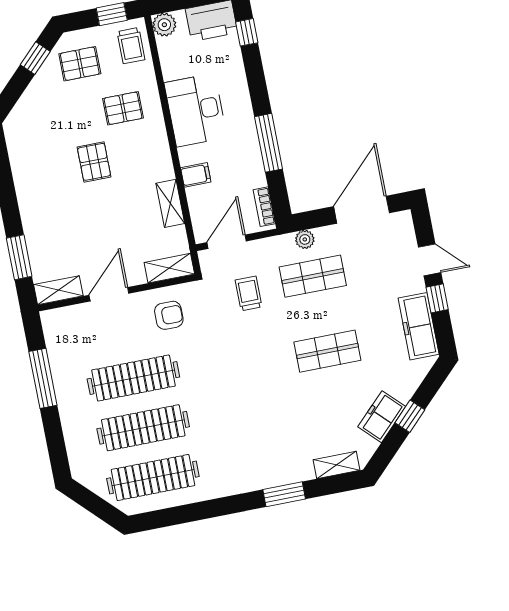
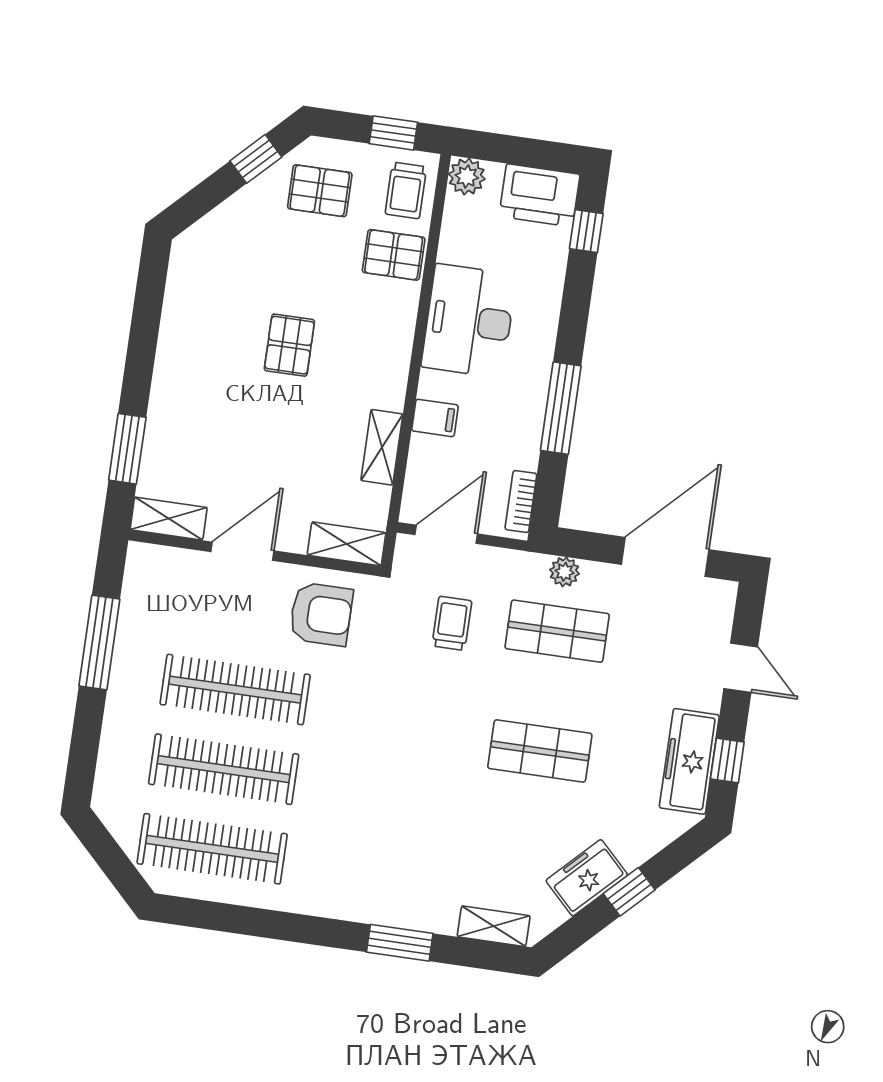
pallet: (123, 108) -> (394, 255), moved
window: (437, 298) -> (727, 761), moved
armchair: (169, 315) -> (321, 614), width x1.38, depth x1.38

